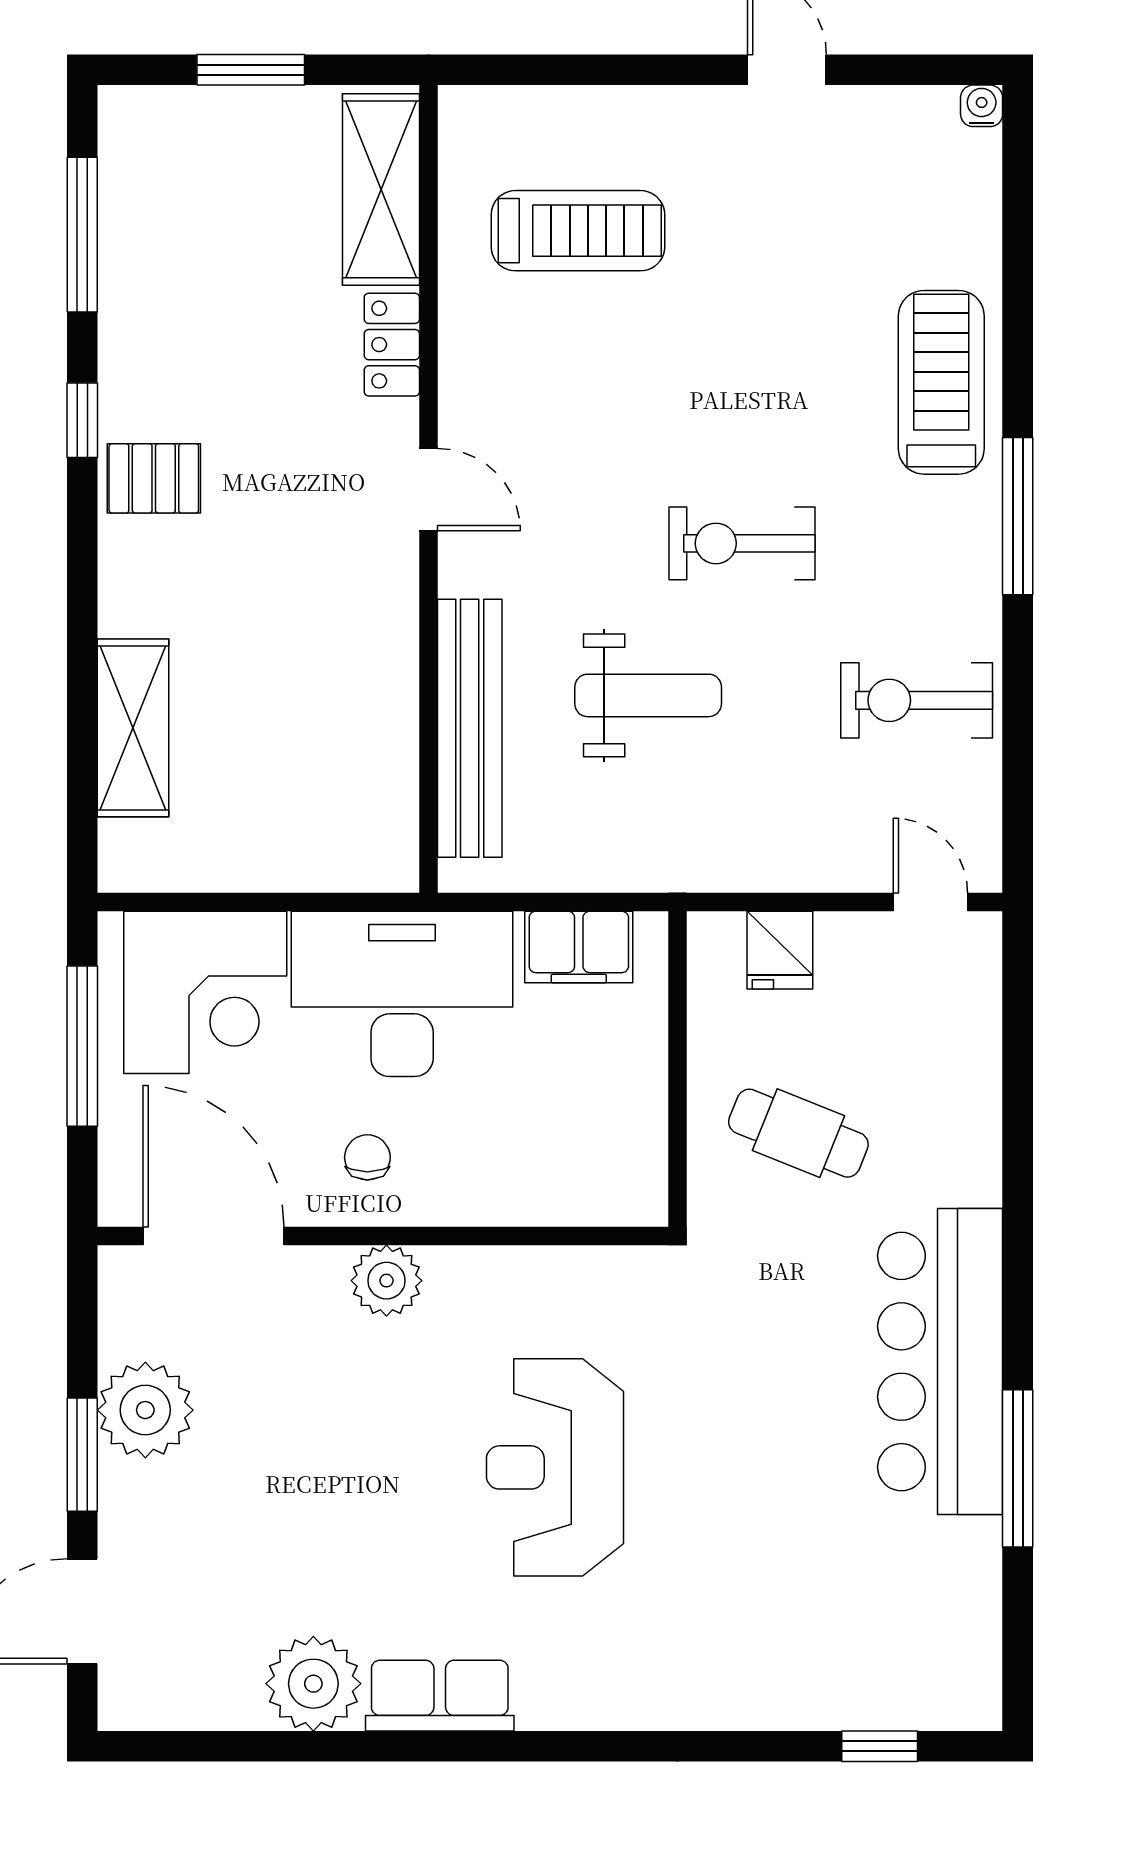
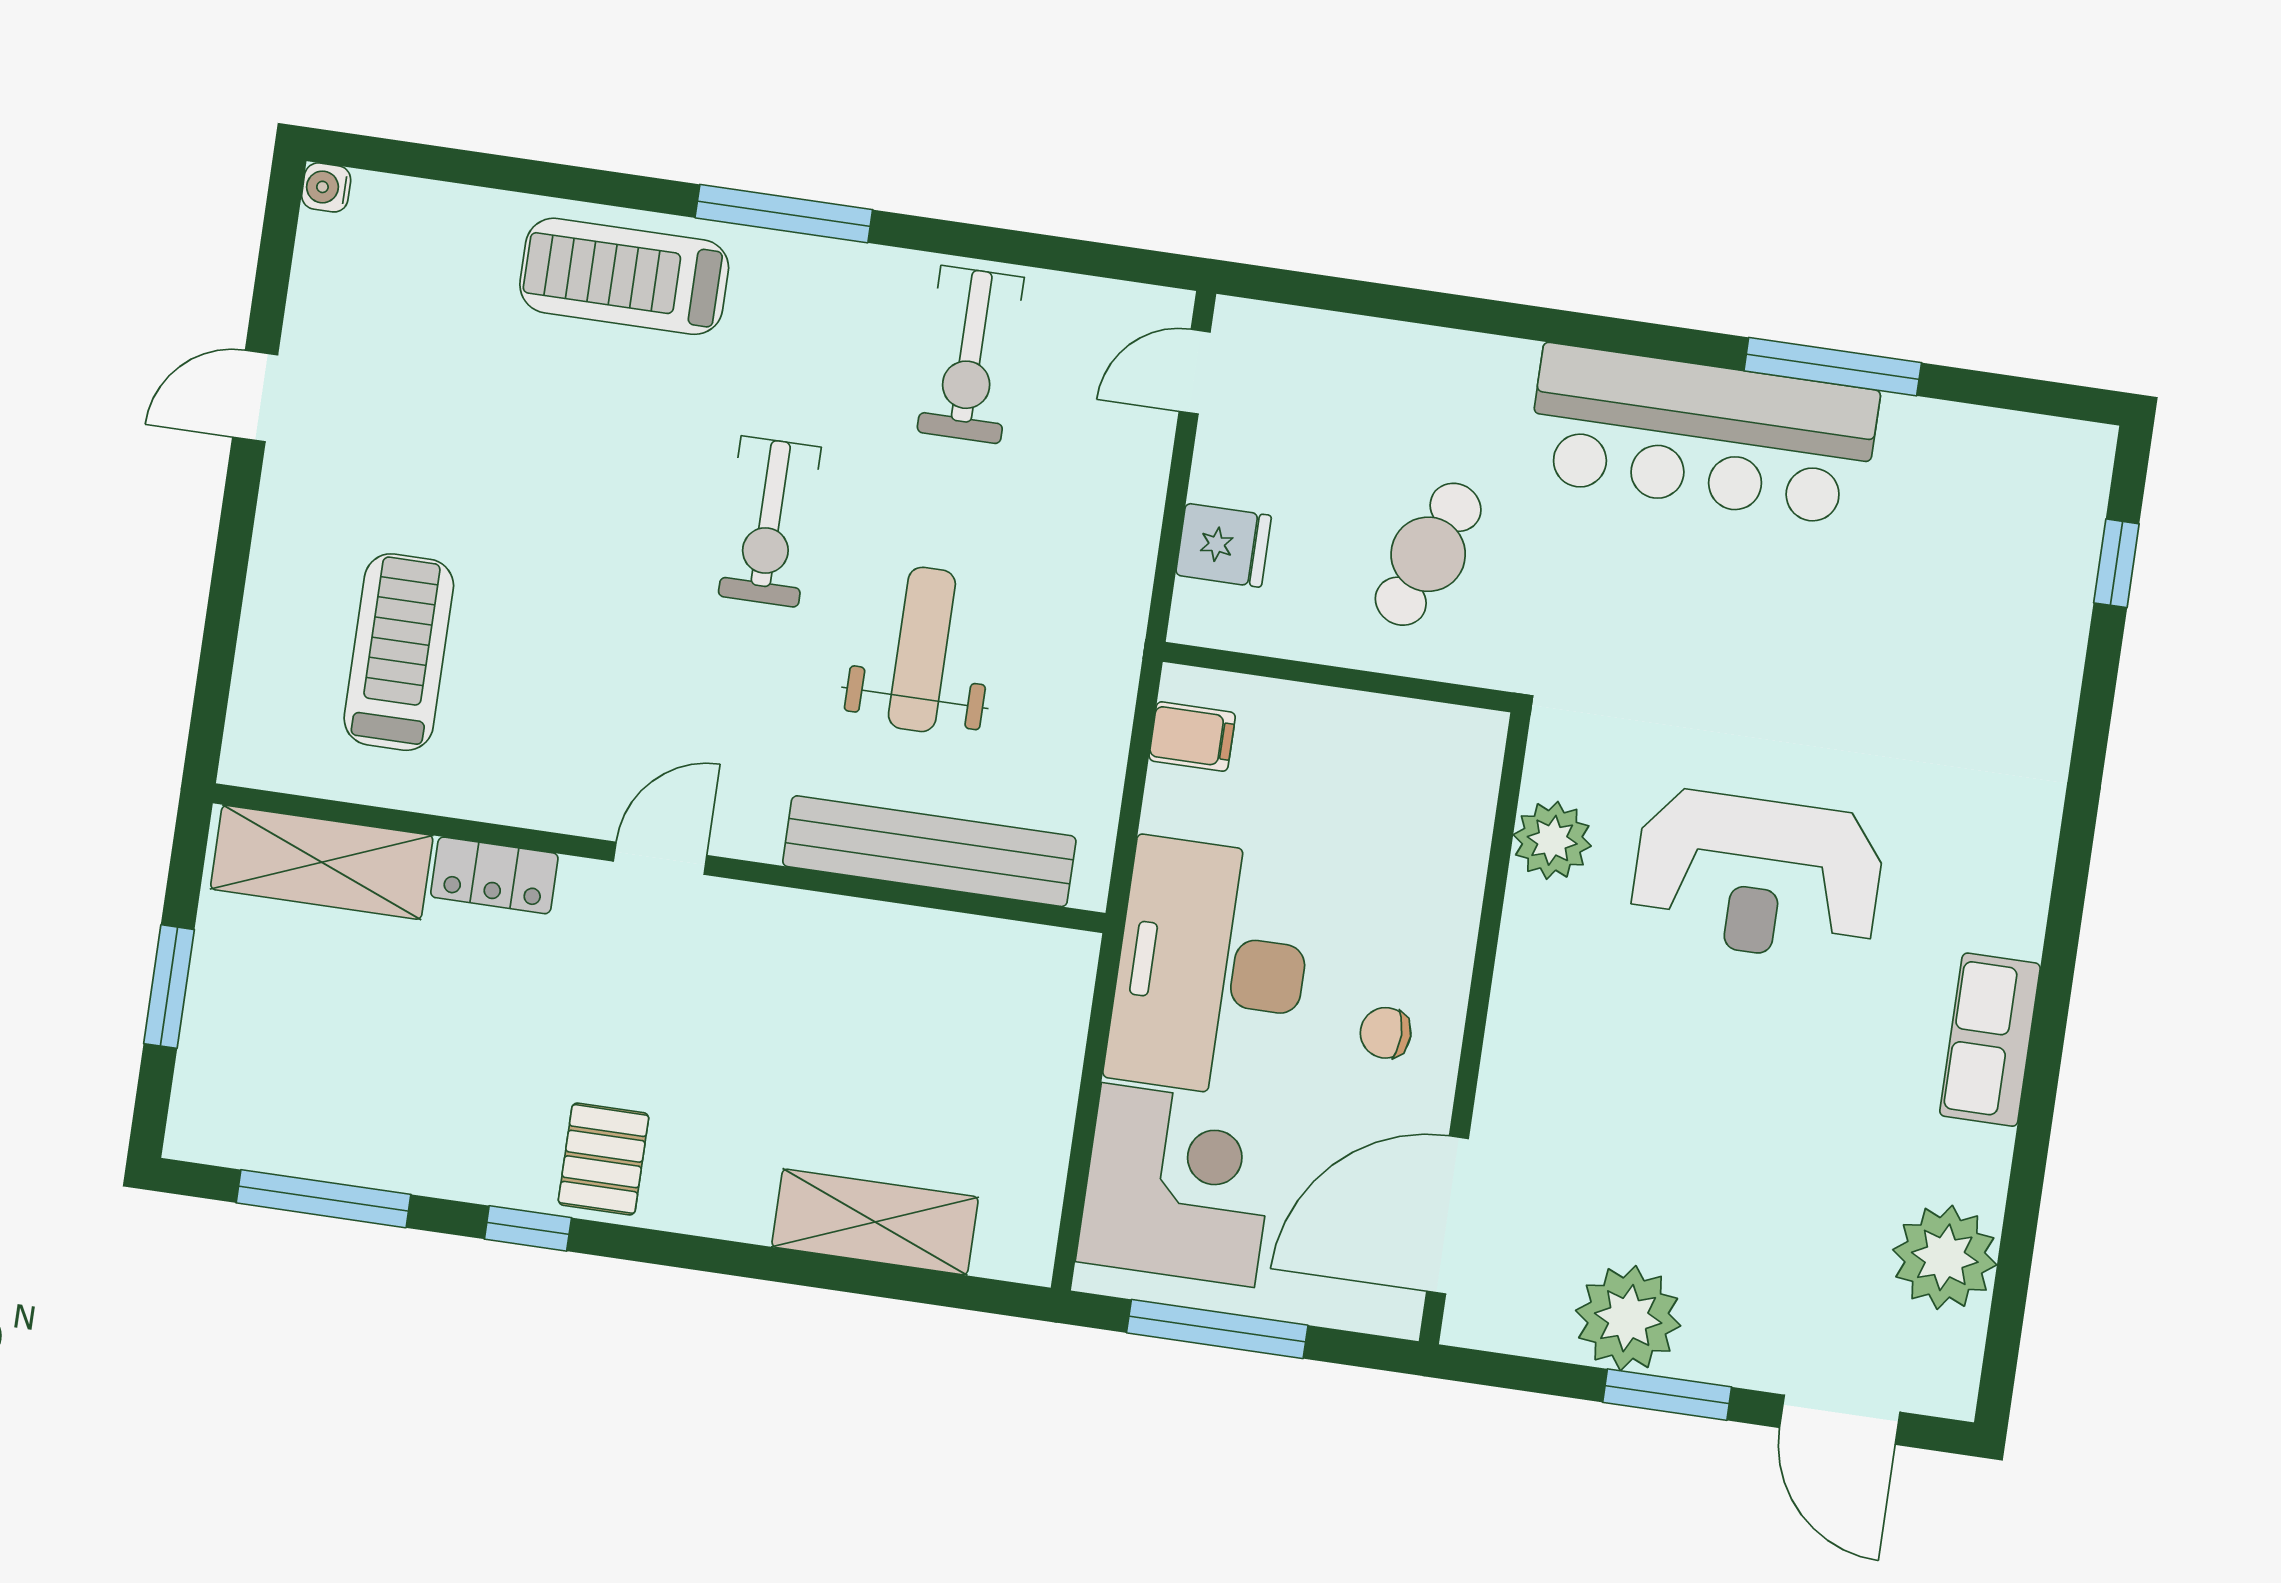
filing cabinet: (579, 947) -> (1192, 737), width x0.50
plant: (386, 1281) -> (1552, 840), moved
plant: (313, 1684) -> (1945, 1257), moved

